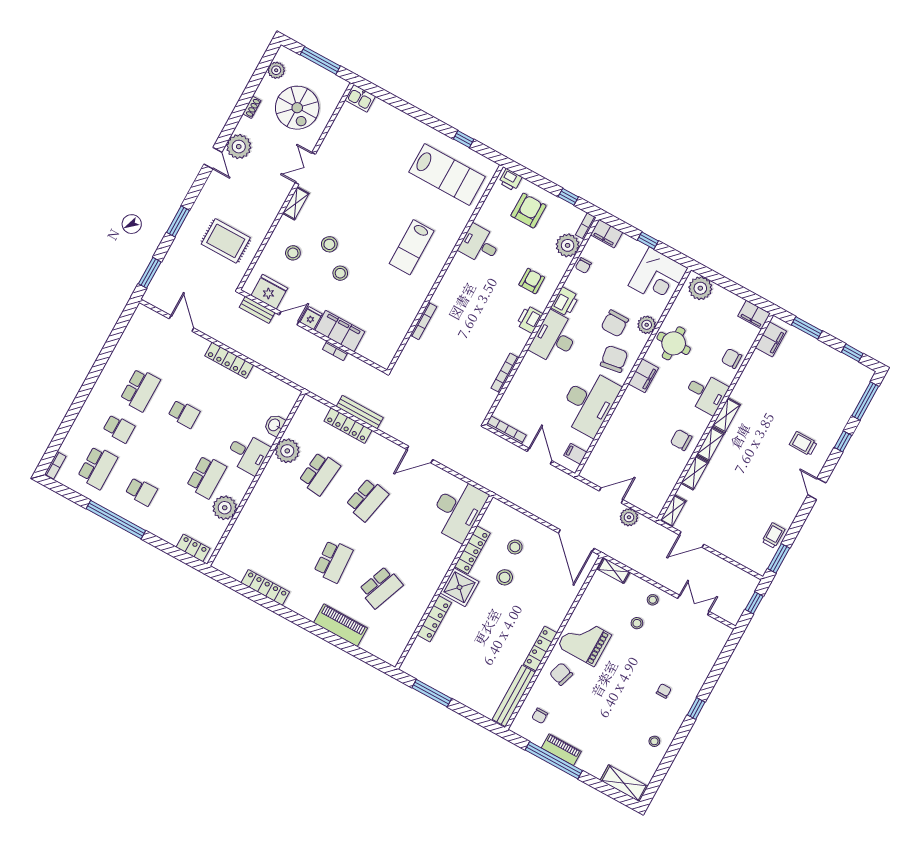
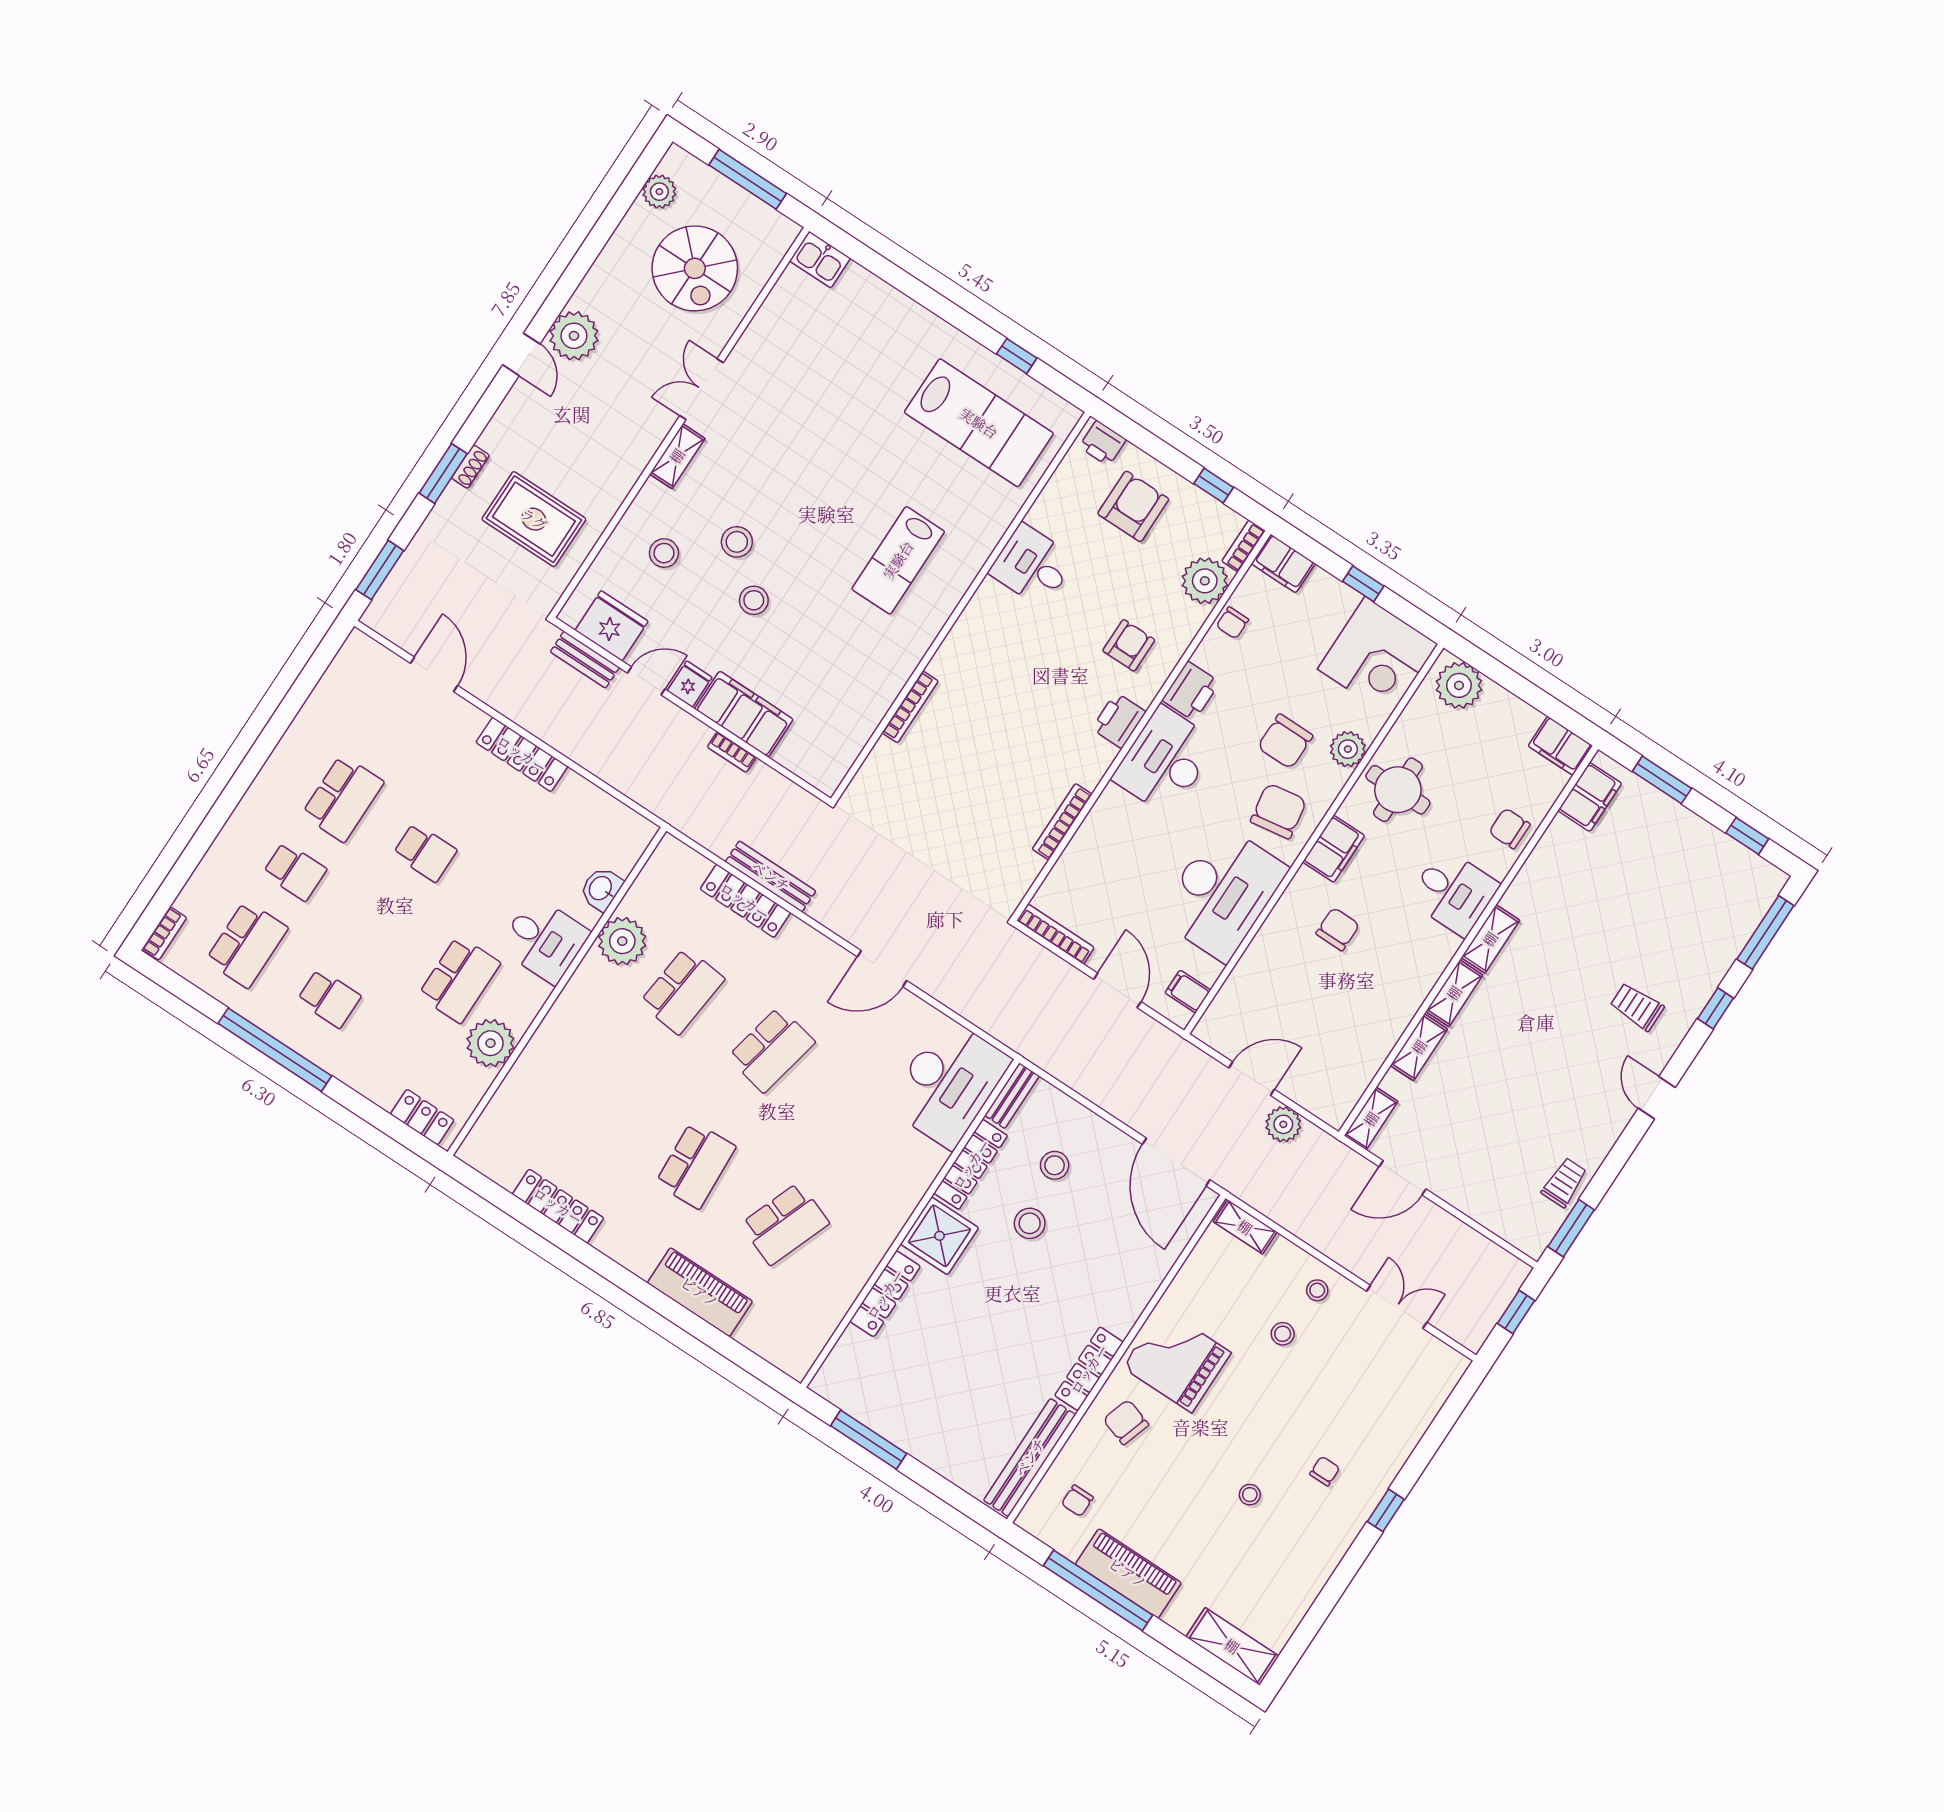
shoe rack: (252, 107) -> (470, 467), moved
chair: (681, 440) -> (1338, 929), moved, turned 90
bench: (491, 514) -> (1012, 1096), added
stool: (654, 741) -> (1250, 1495), moved
piano: (561, 750) -> (1128, 1573), width x1.37, depth x1.33

